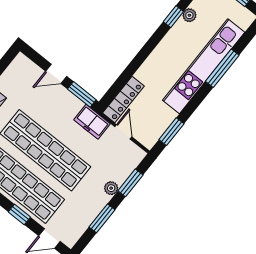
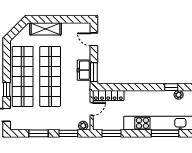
door: (56, 74) -> (94, 39), moved
freezer: (92, 122) -> (84, 70), moved
plant: (111, 188) -> (83, 126), moved

